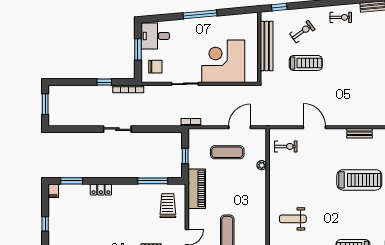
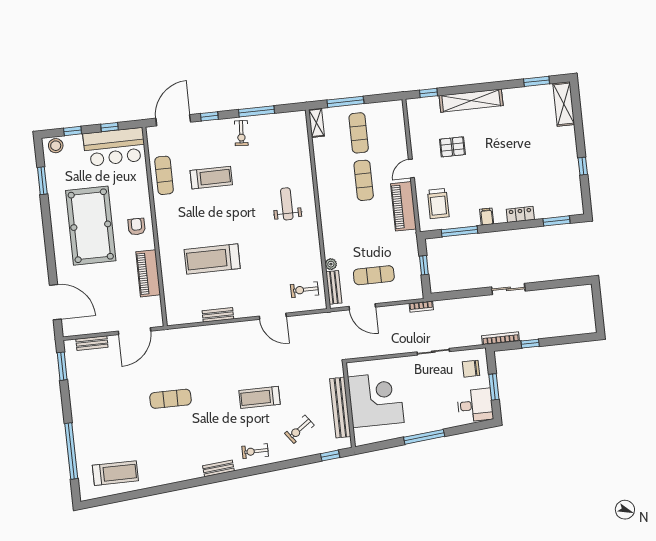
corner desk: (223, 61) -> (376, 400), moved, turned -90
treadmill: (306, 63) -> (260, 397), moved
window: (45, 104) -> (598, 309), removed
door: (240, 127) -> (362, 307), hinge flipped
bench: (261, 146) -> (334, 287), added
piano: (197, 189) -> (403, 206), moved
filing cabinet: (53, 191) -> (487, 217), moved
weight bench: (293, 219) -> (287, 204), turned -90

